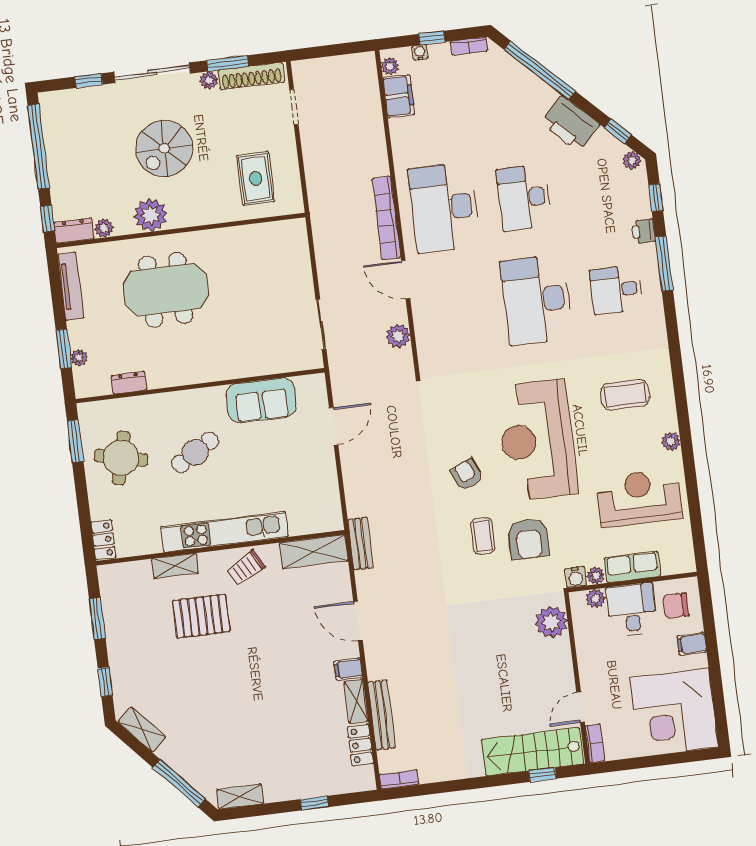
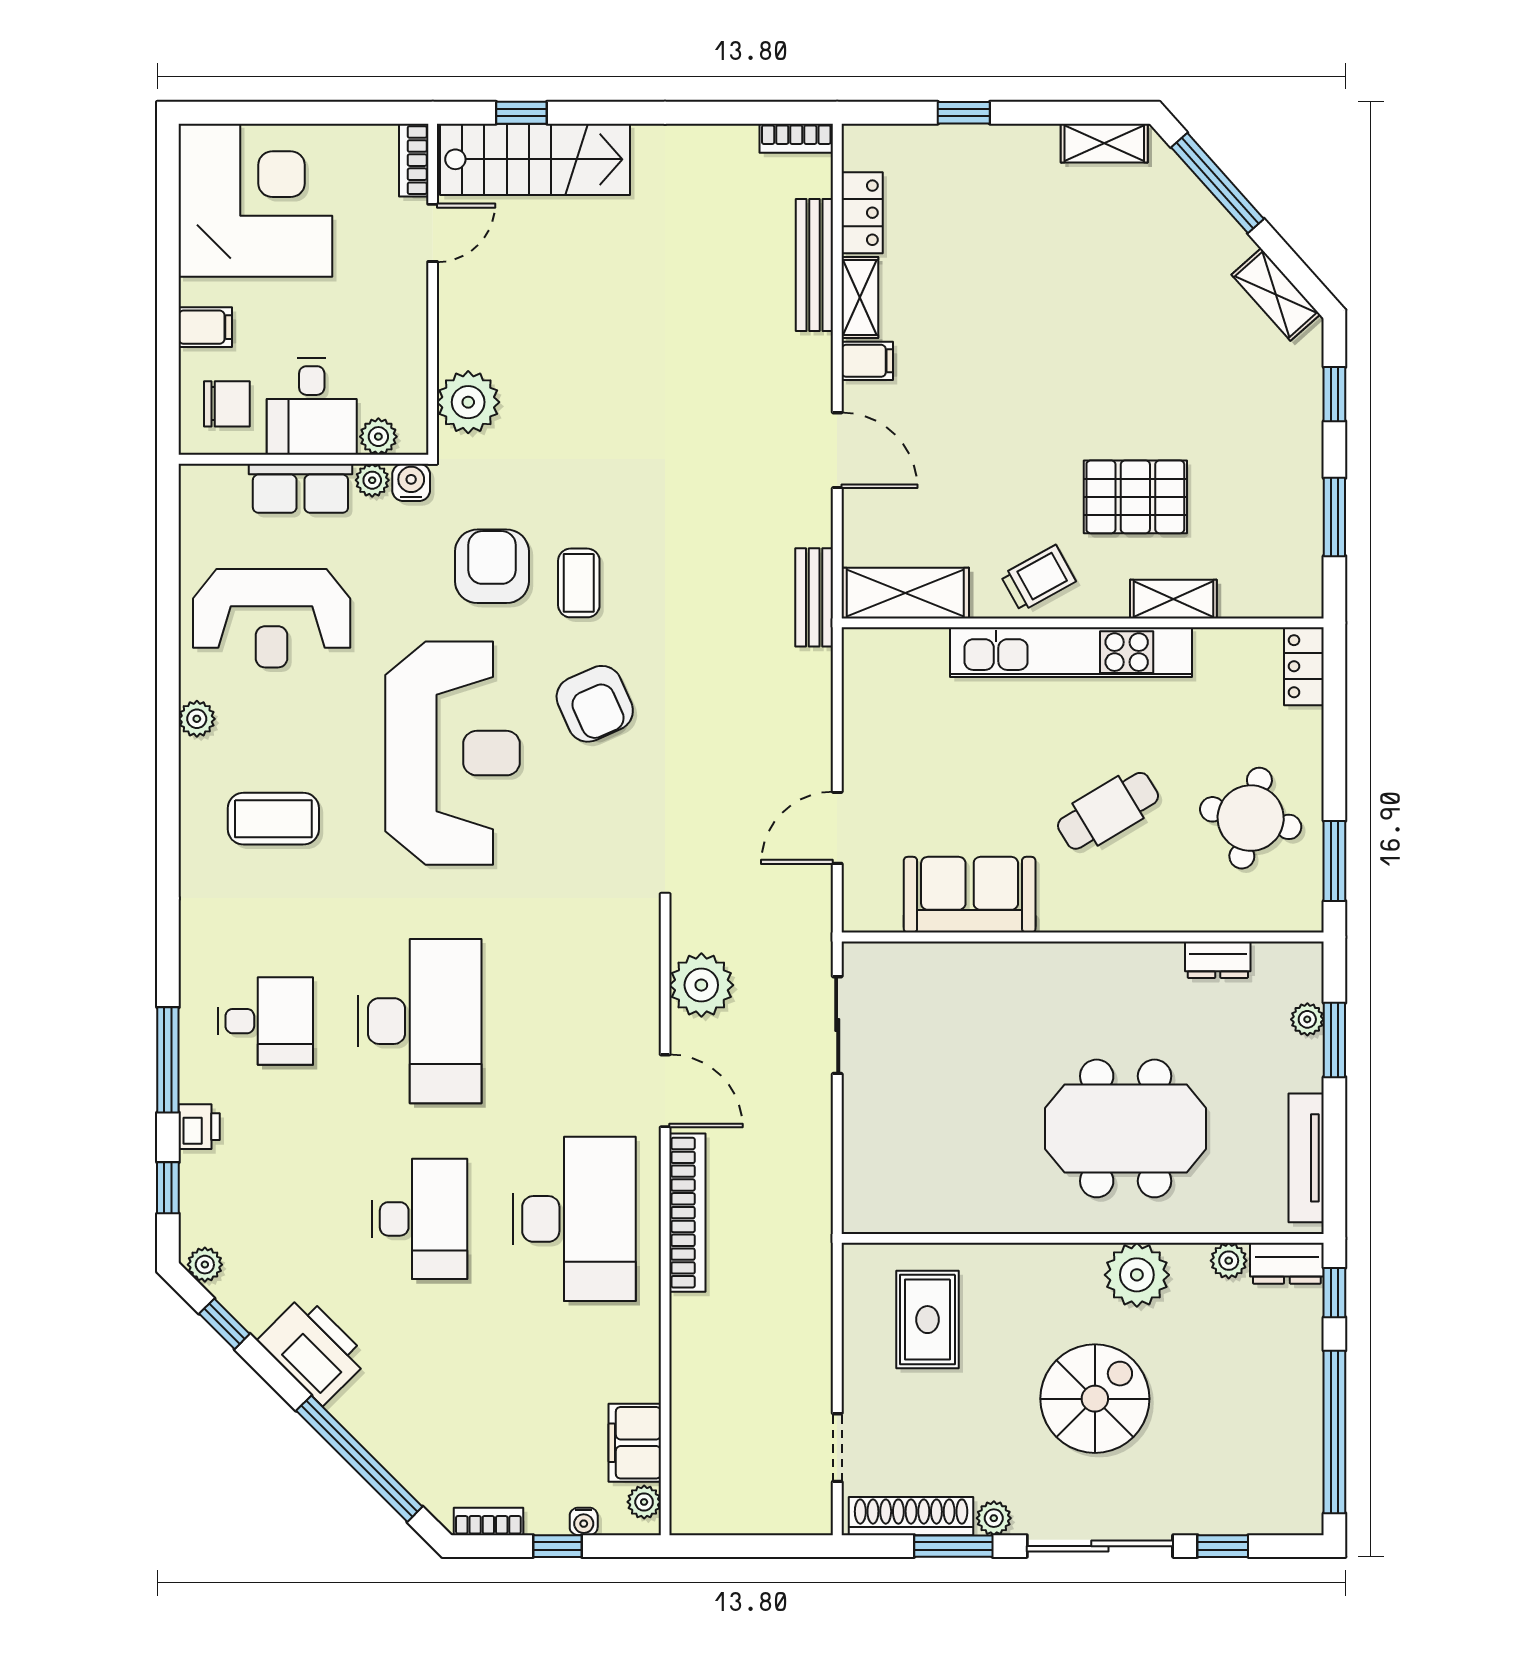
plant: (398, 336) -> (701, 985), width x1.36, depth x1.36
armchair: (467, 475) -> (595, 704), width x1.38, depth x1.38

